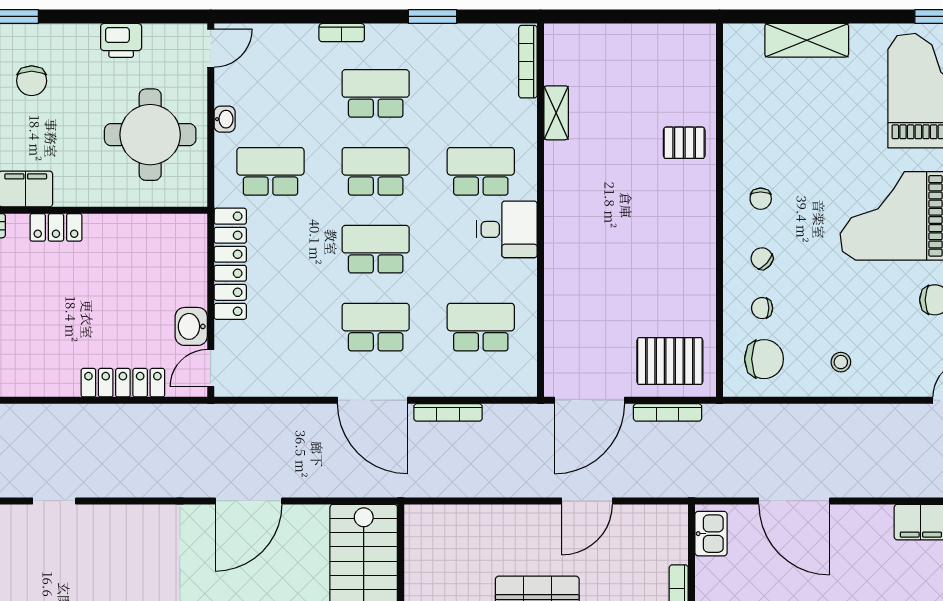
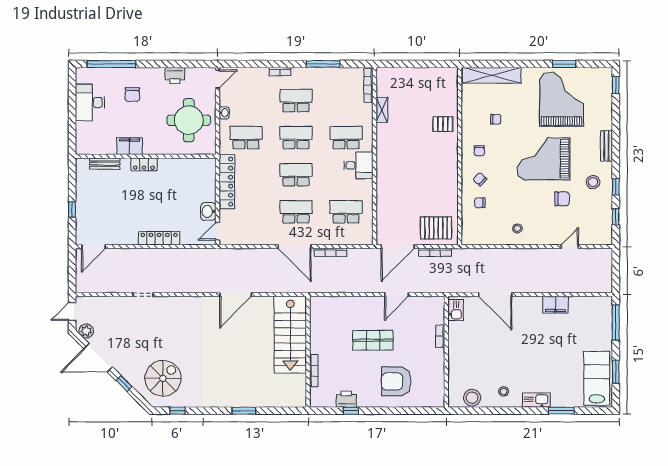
window: (433, 16) -> (323, 64), width x1.44
shelving: (807, 40) -> (492, 75), width x1.47
chair: (764, 359) -> (496, 119), moved, width x0.54, depth x0.54
locker: (123, 383) -> (159, 238), moved

